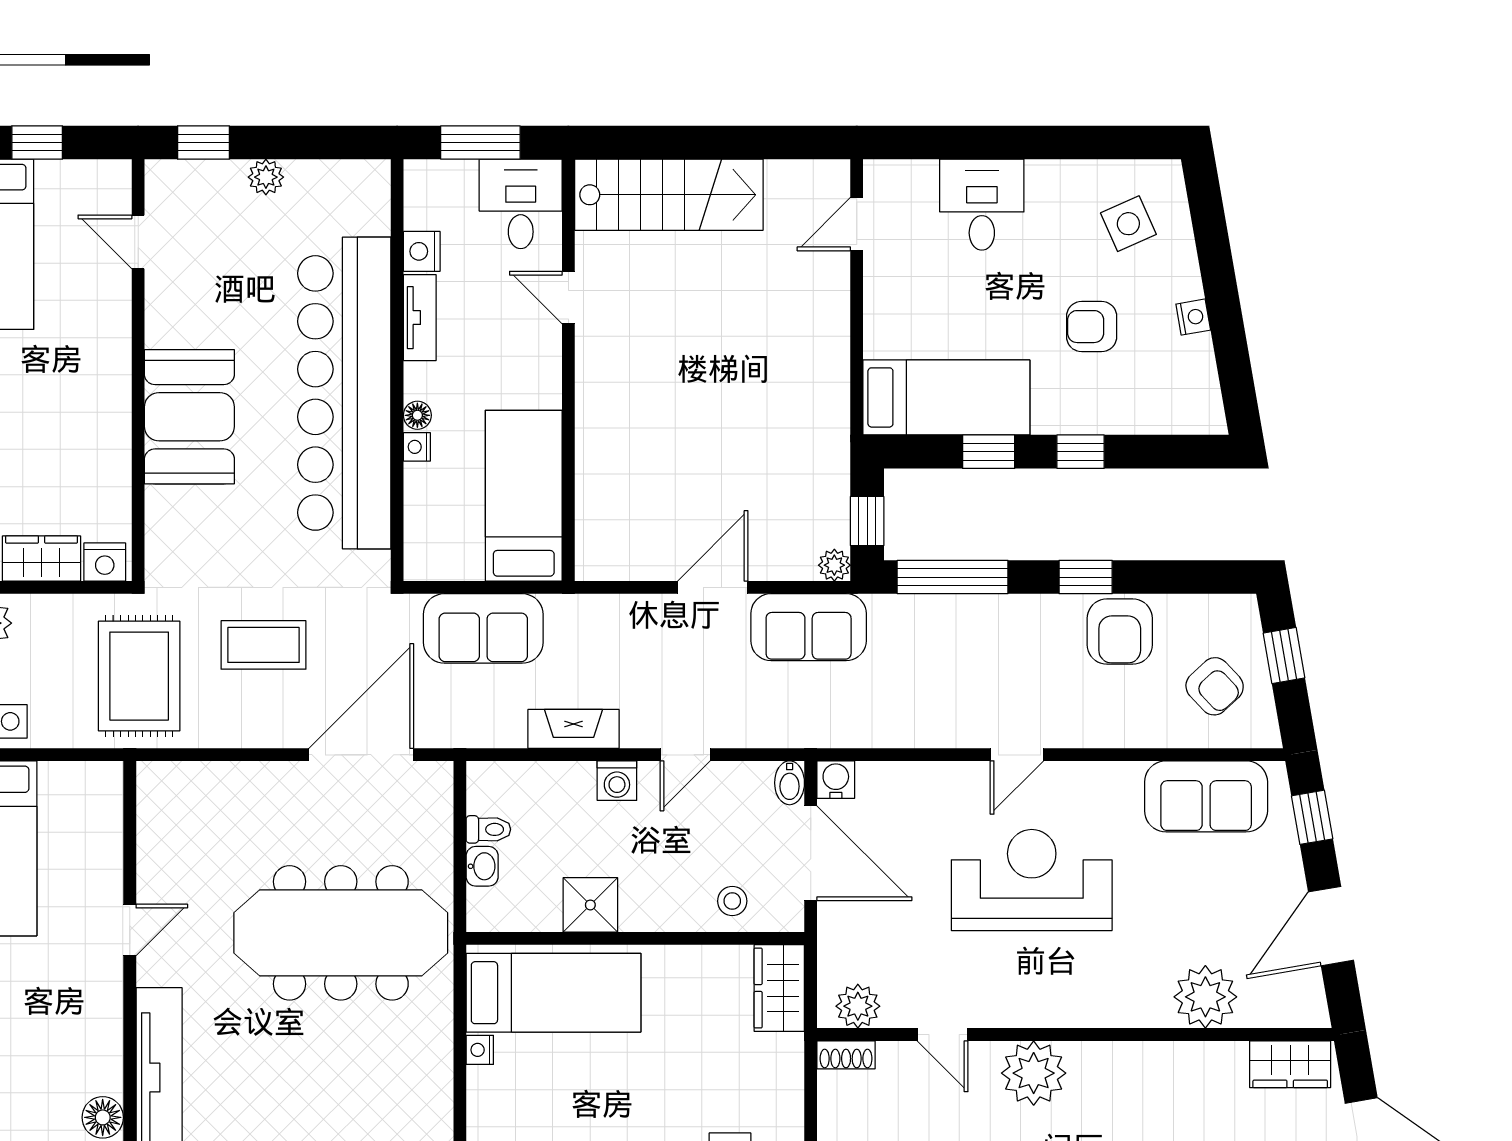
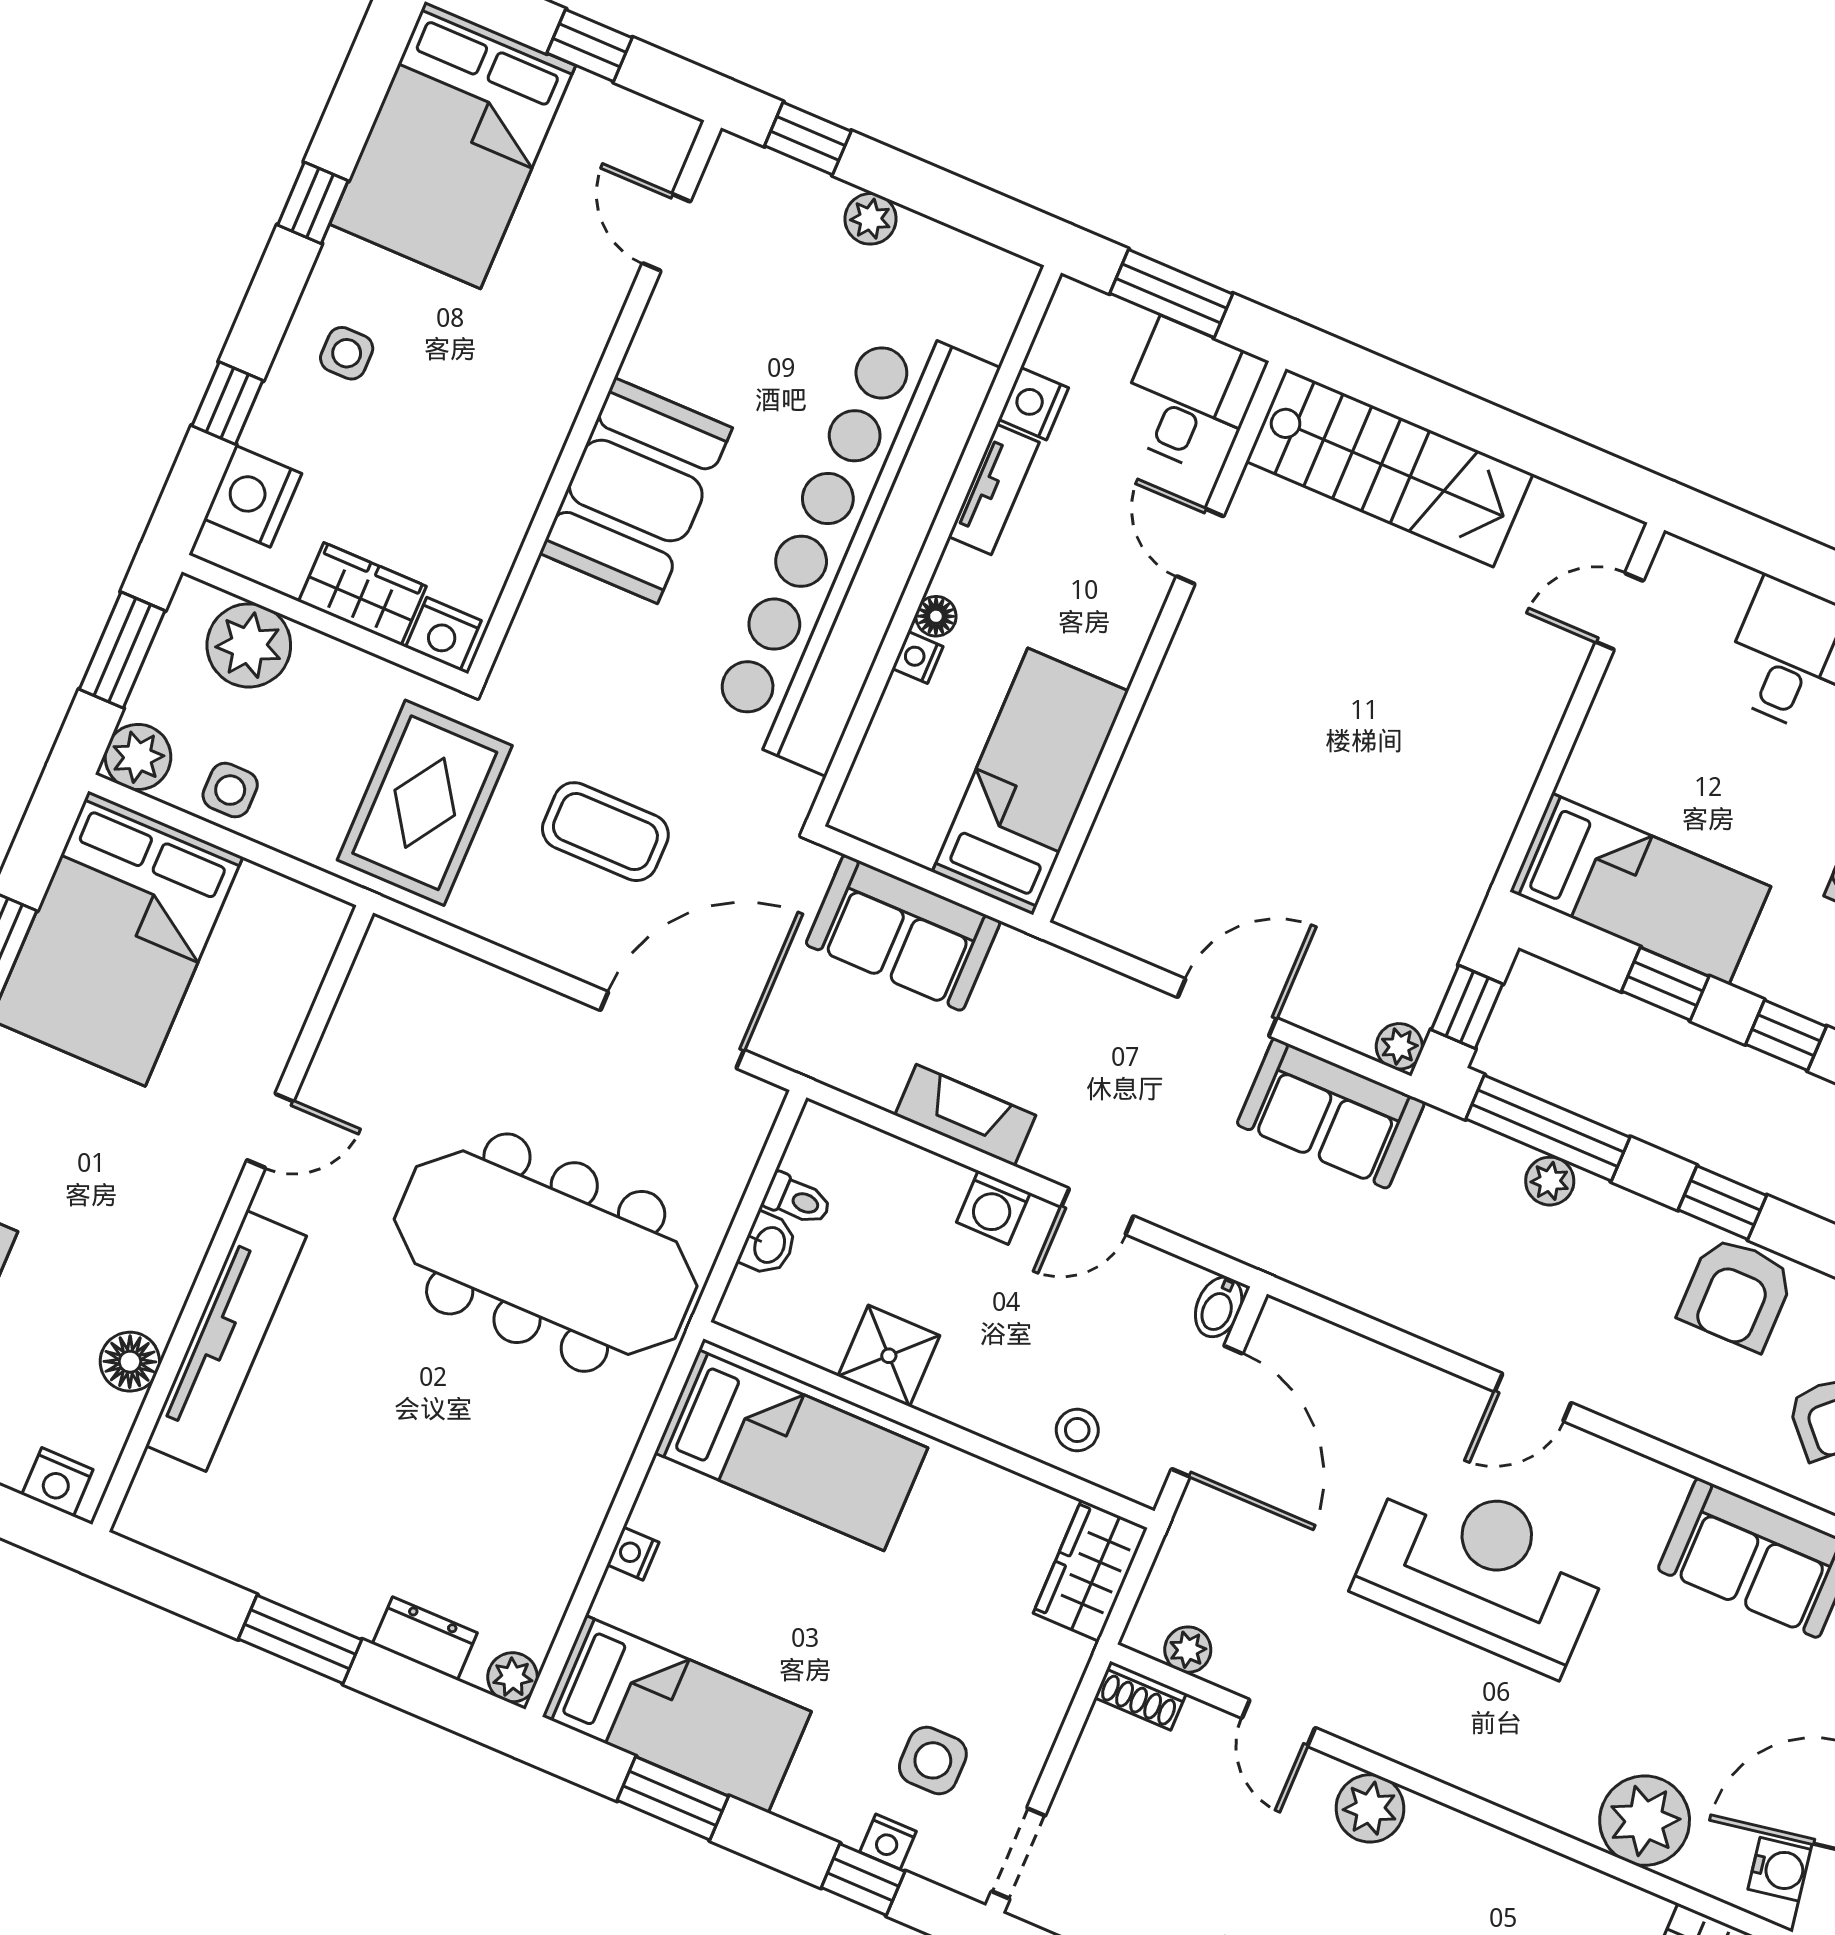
plant: (968, 611) -> (1550, 1181), added
water cooler: (836, 780) -> (1780, 1869), moved, turned 80
plant: (858, 1006) -> (1188, 1650), width x0.73, depth x0.73
nightstand: (480, 1050) -> (633, 1554), moved
plant: (1034, 1073) -> (1370, 1808), width x0.73, depth x0.73

